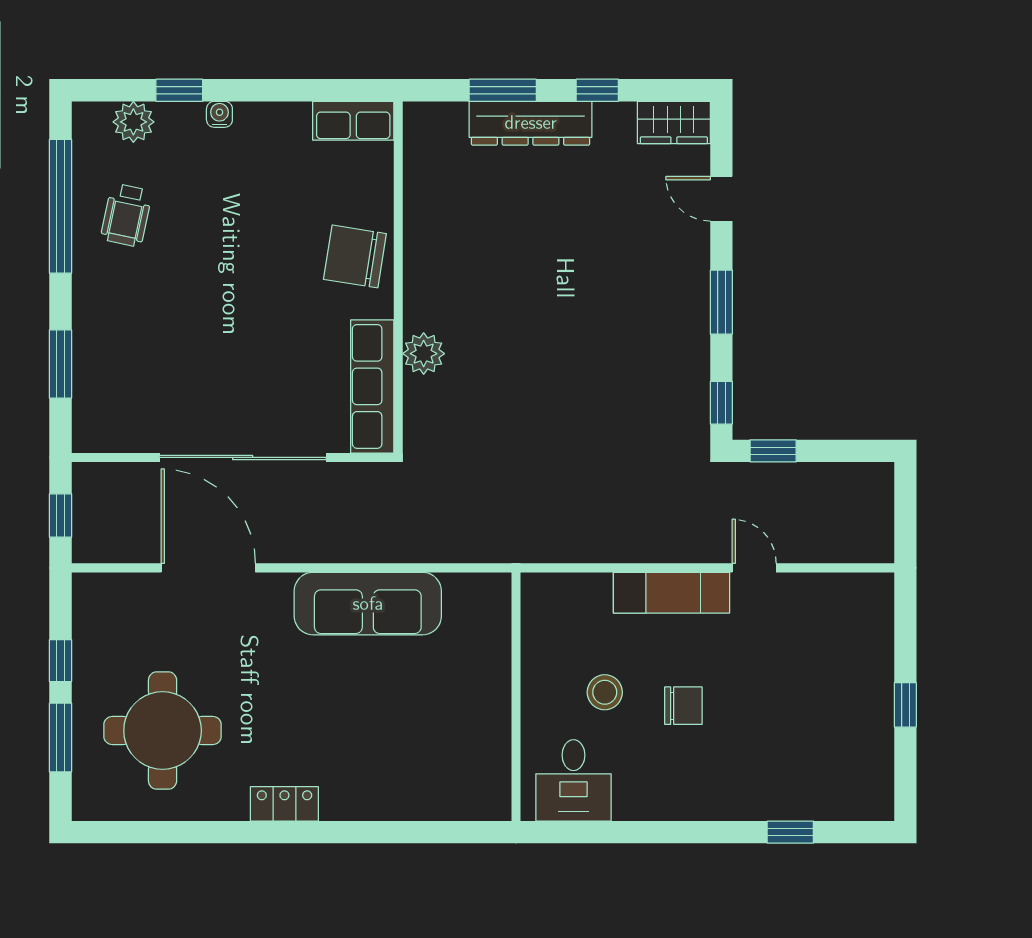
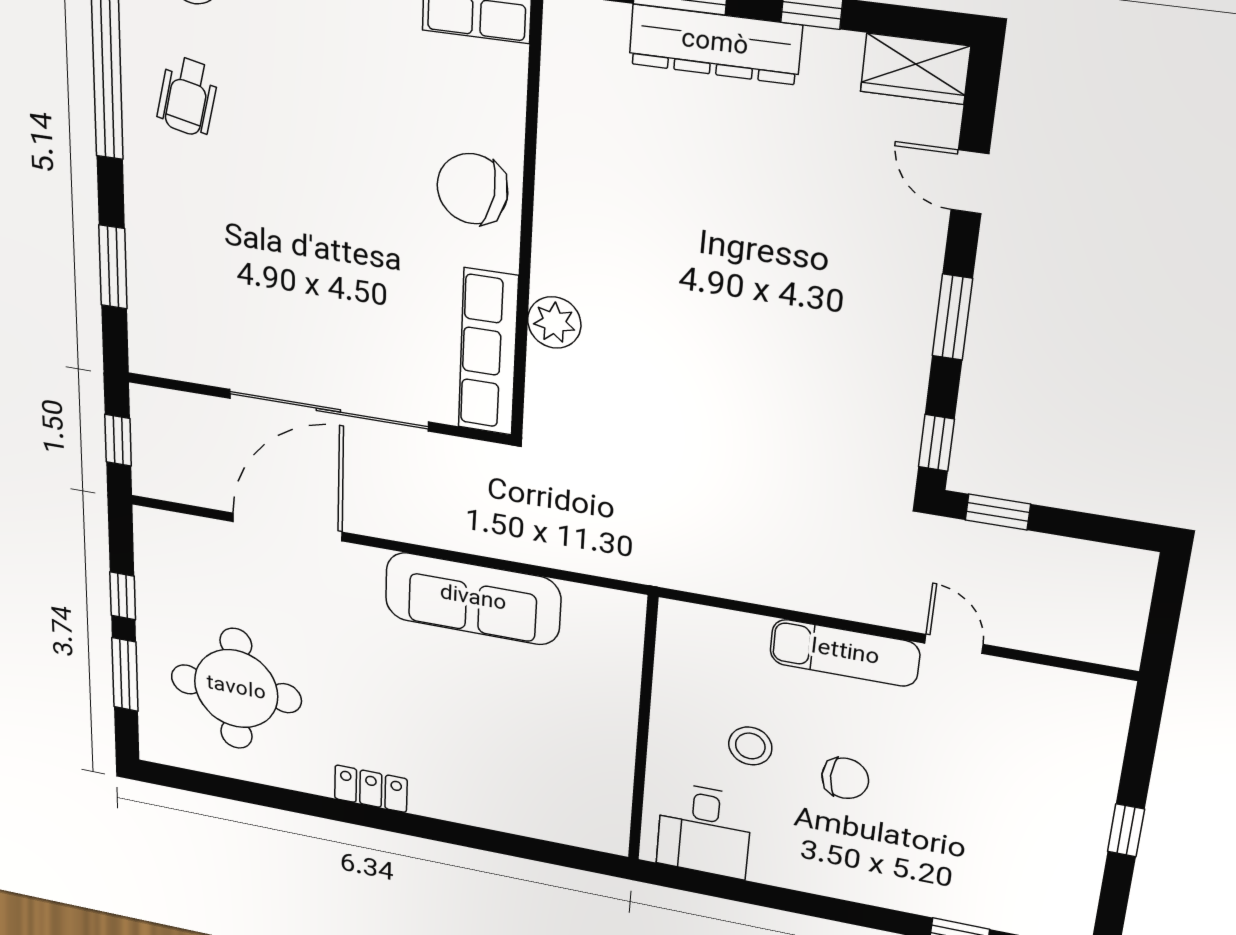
door: (208, 568) -> (287, 527), hinge flipped

